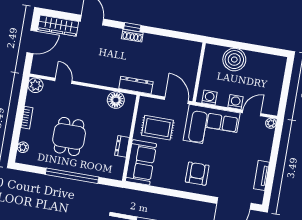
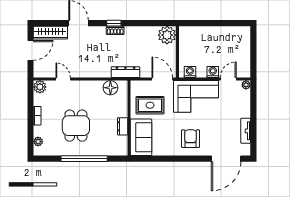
plant: (191, 51) -> (167, 35), added
boiler: (234, 60) -> (206, 36), removed

